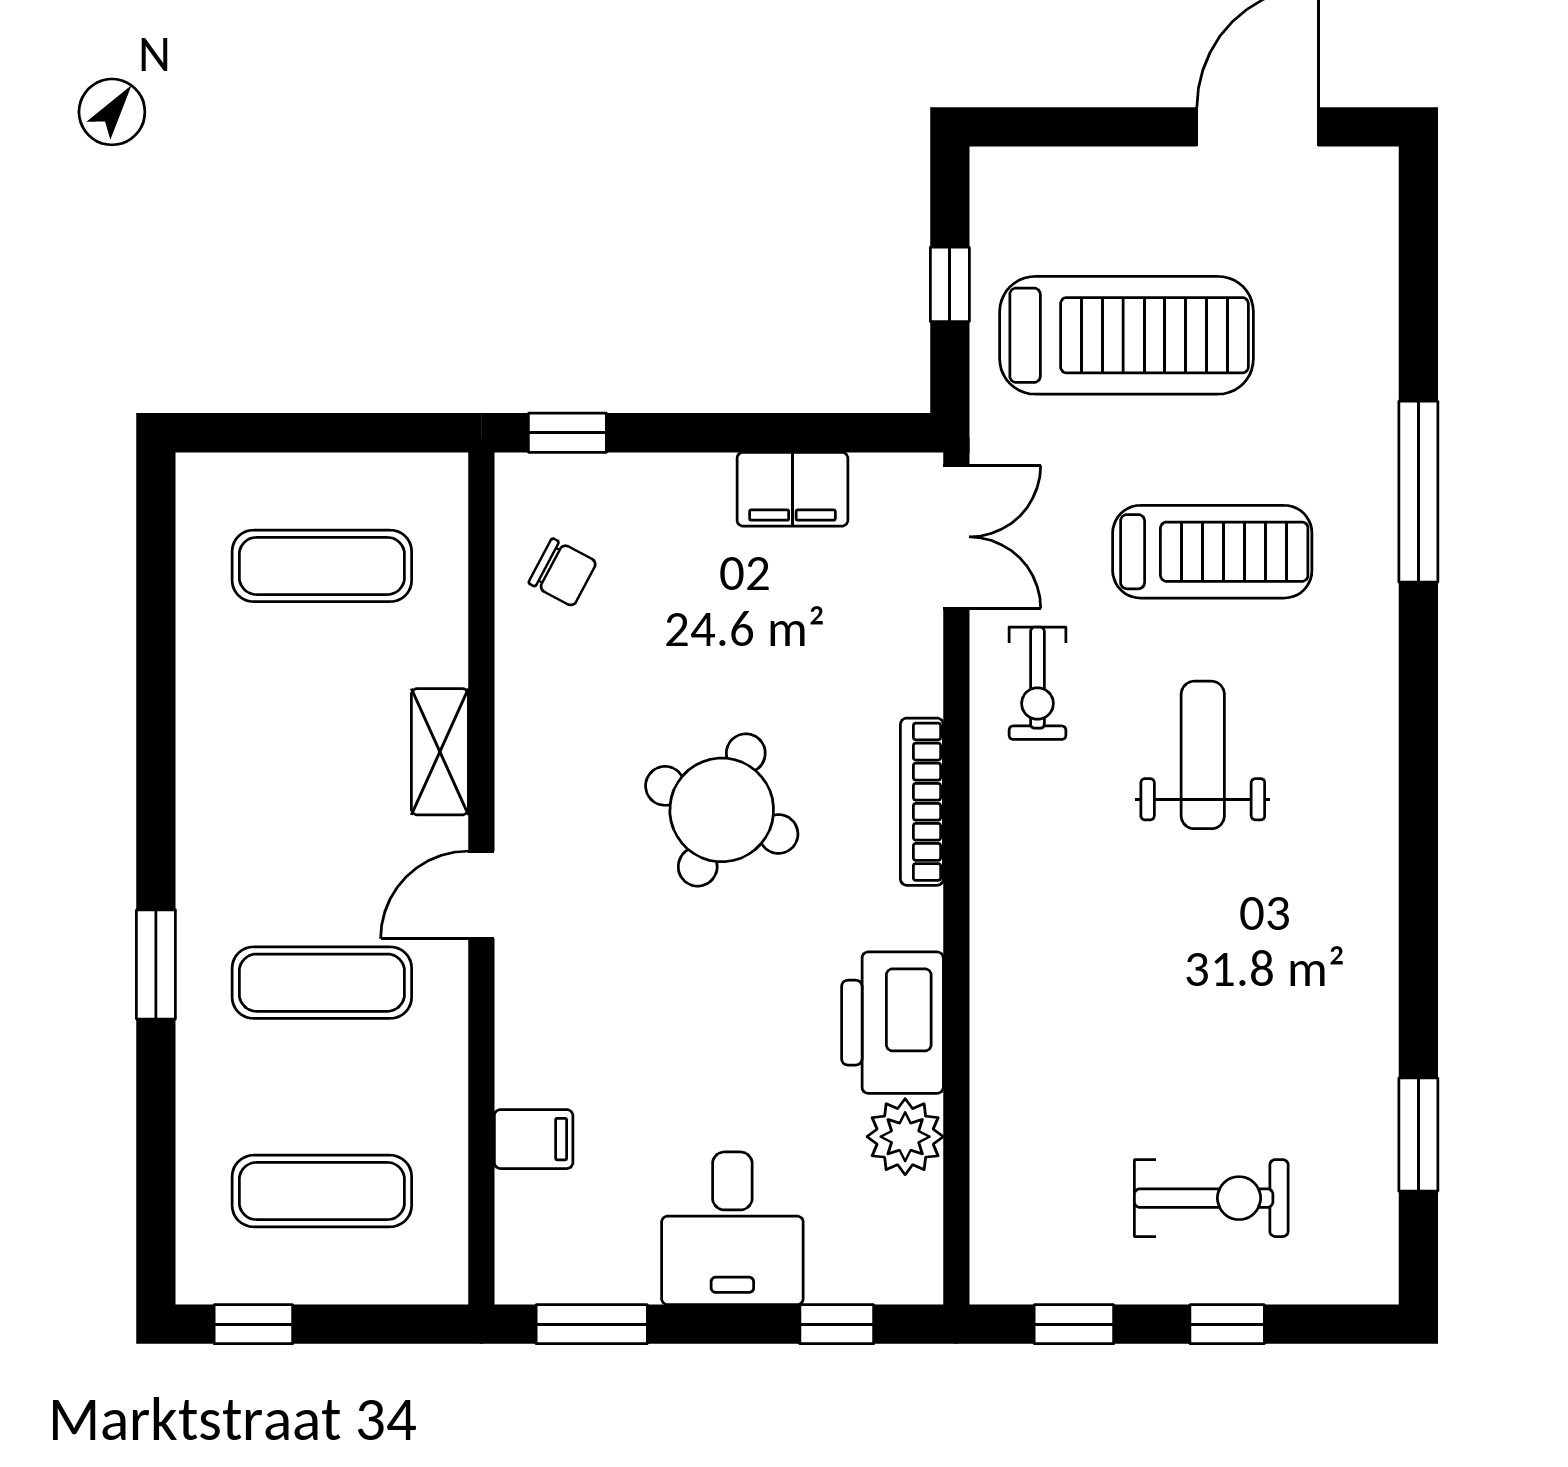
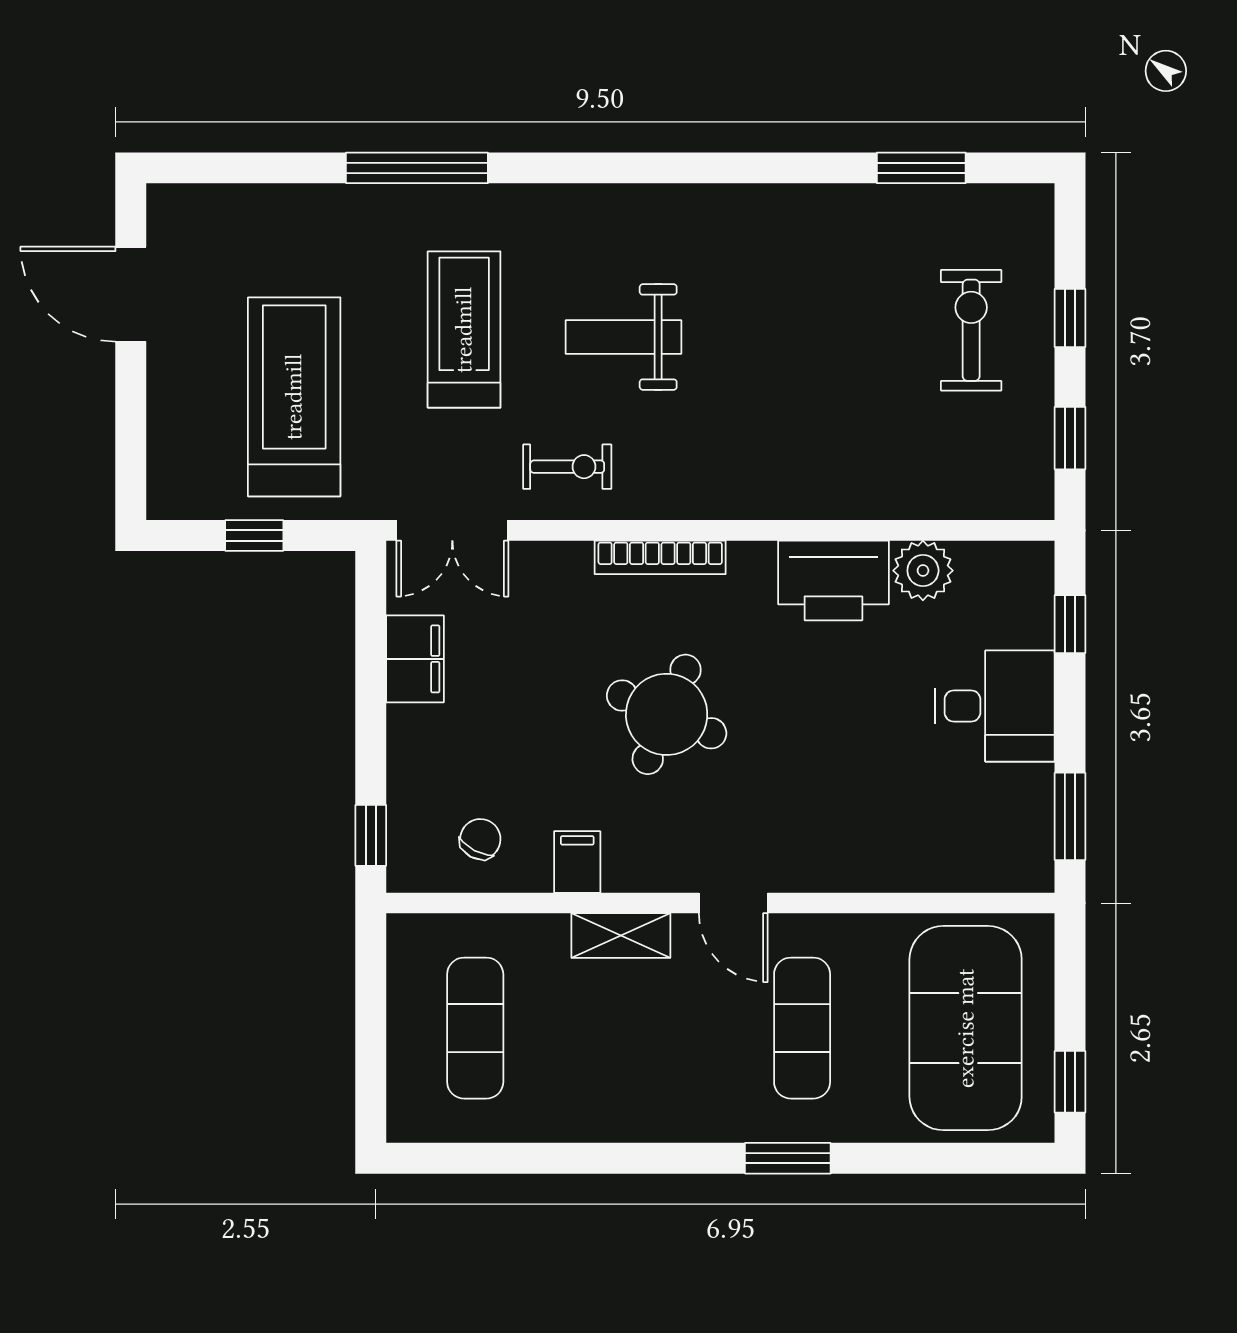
double door: (956, 537) -> (452, 530), swing flipped
filing cabinet: (534, 1139) -> (577, 862), moved
exercise mat: (322, 1191) -> (966, 1028), width x2.00, depth x1.45

